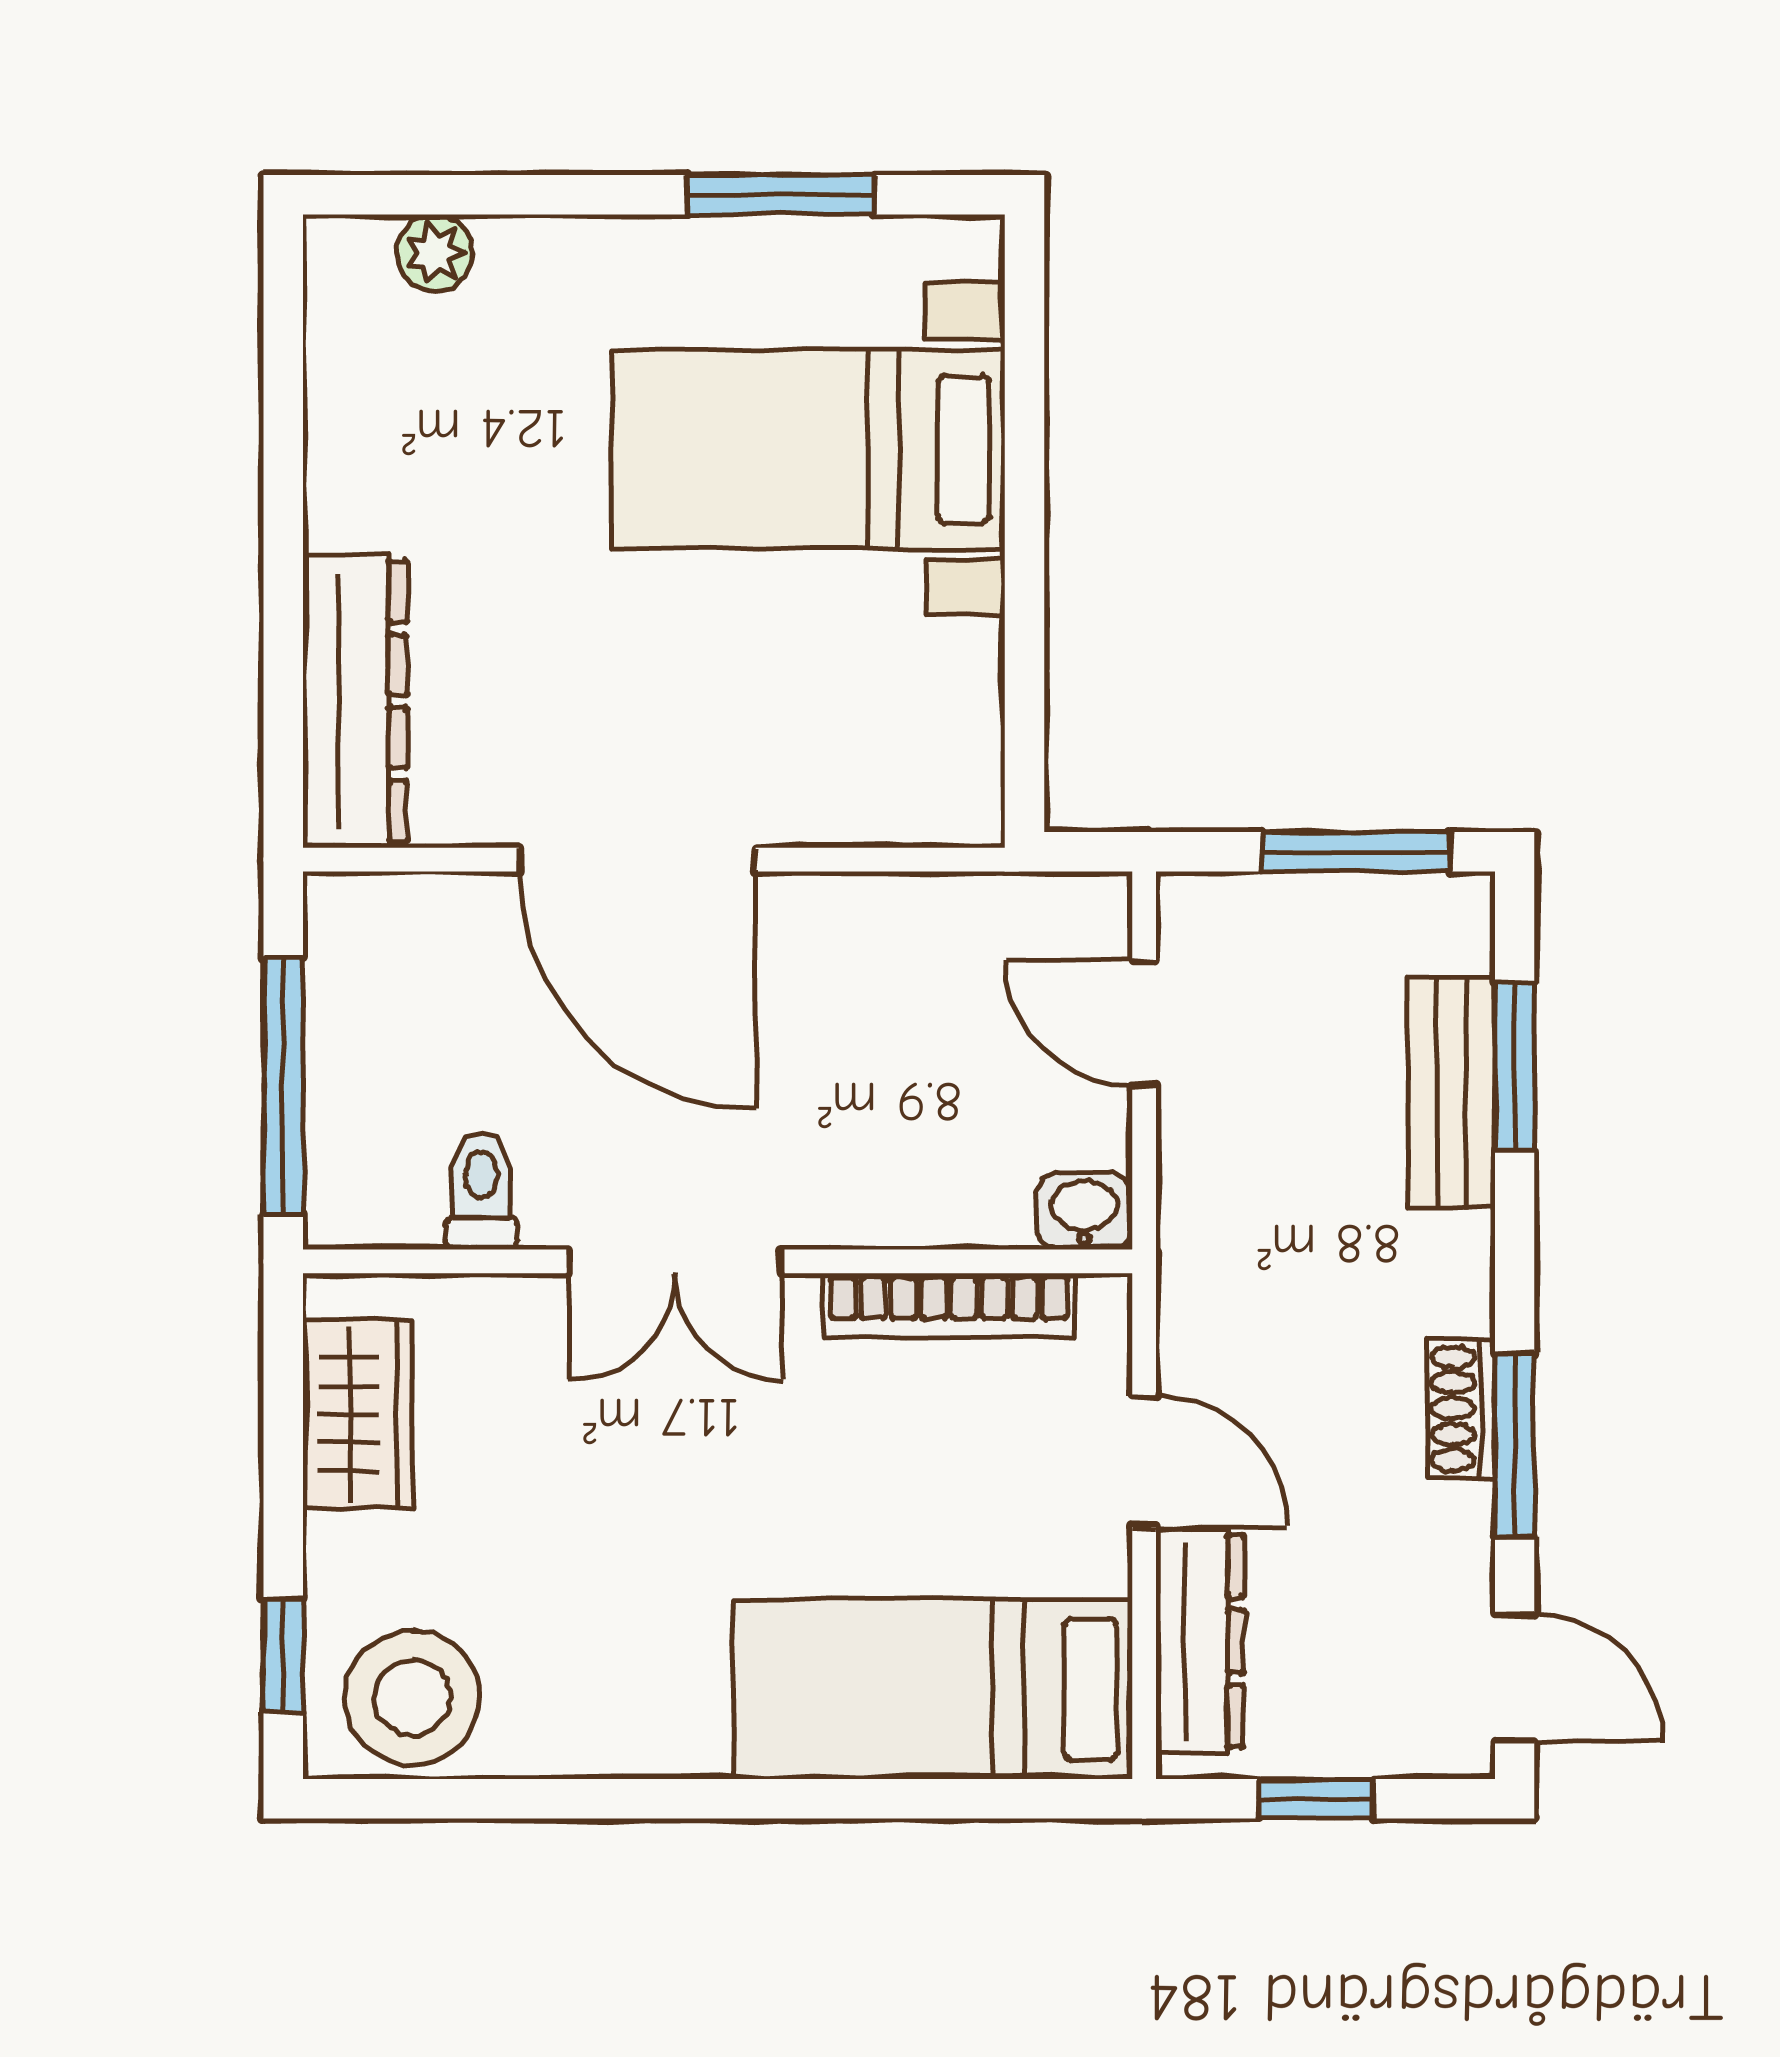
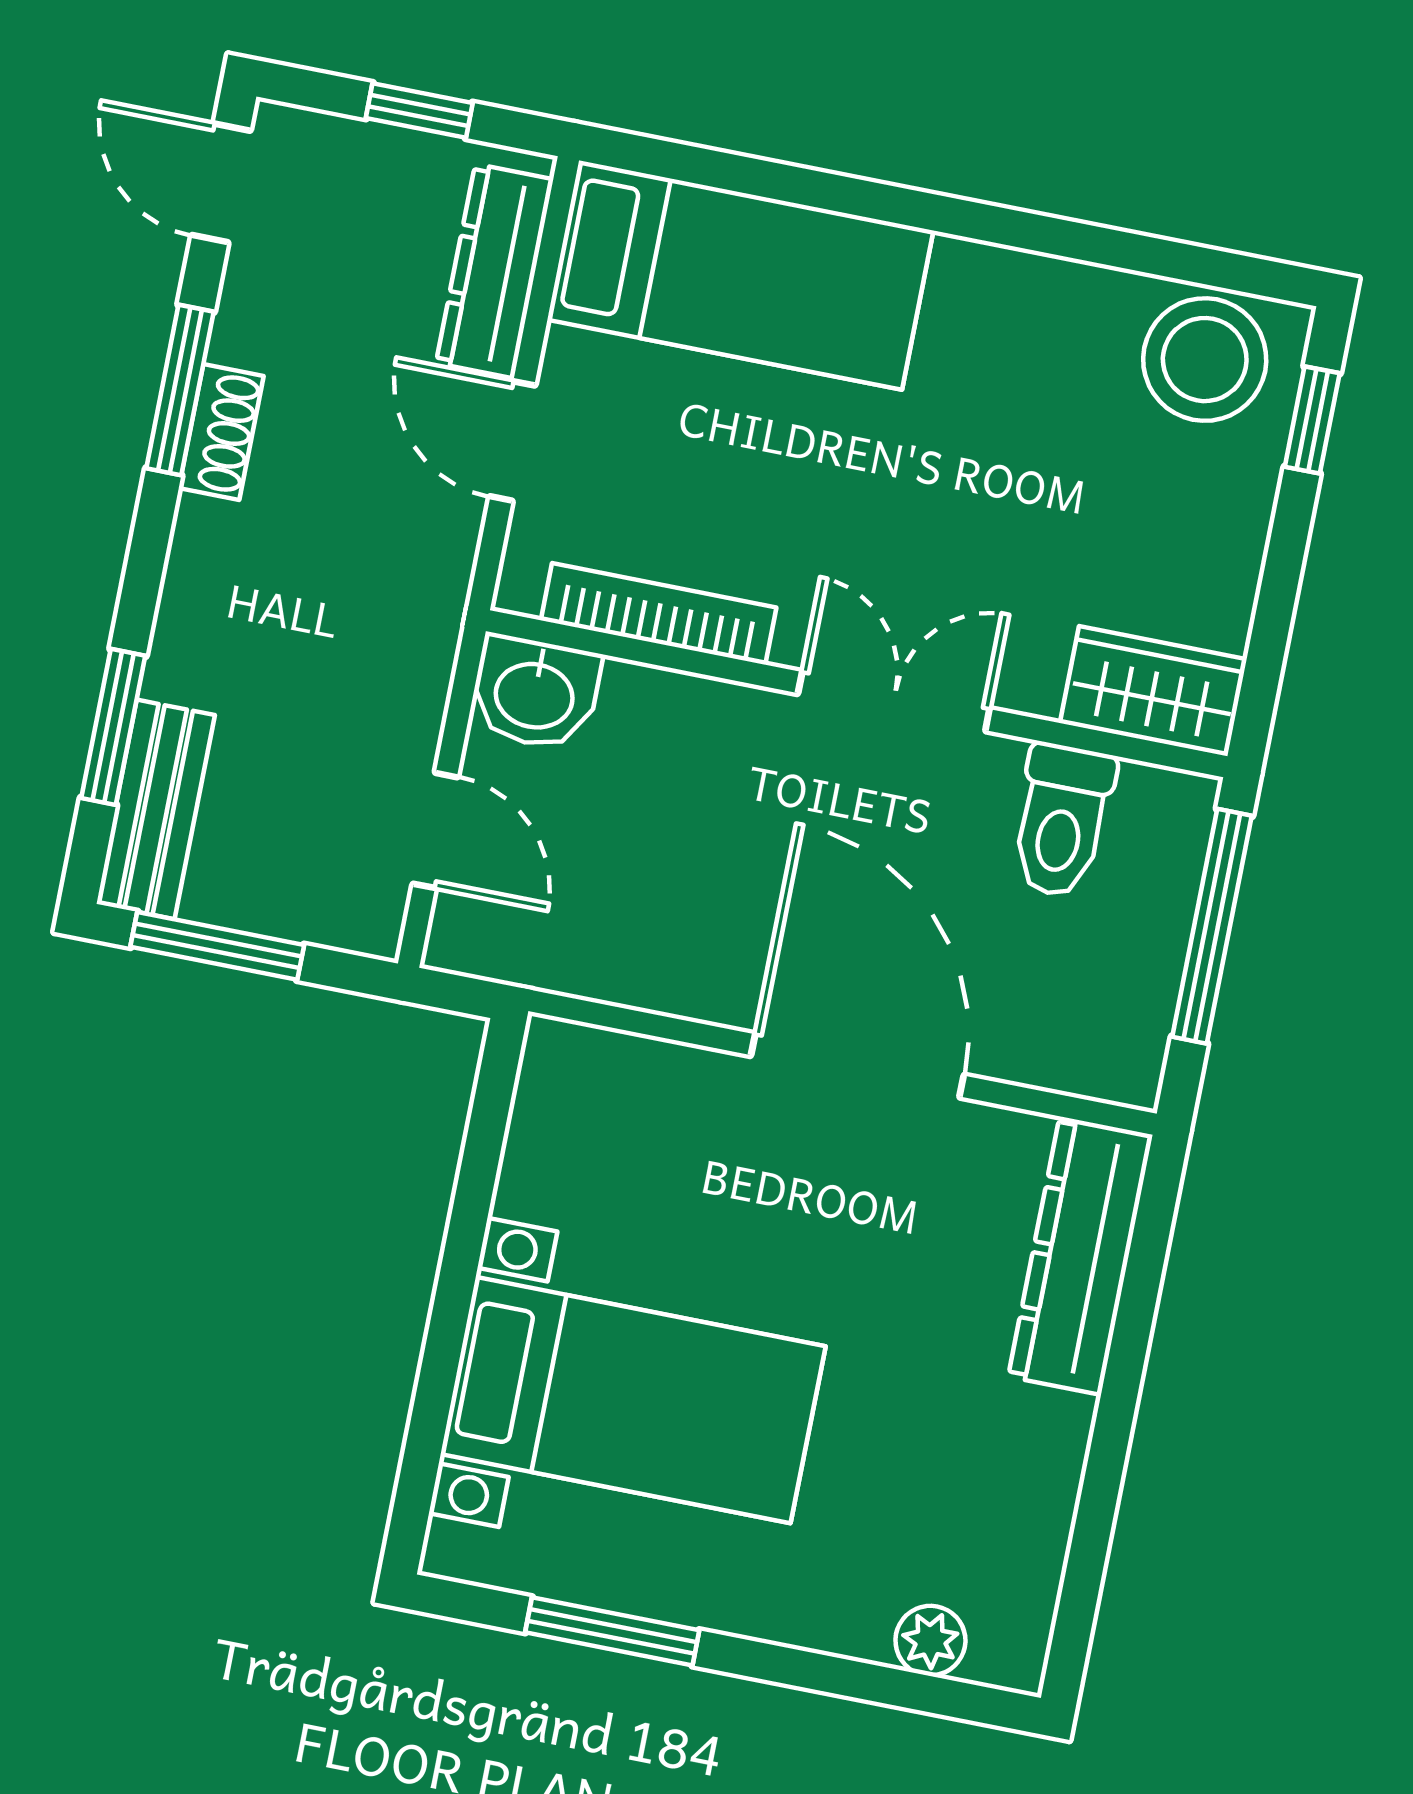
bench: (1451, 1092) -> (156, 809), moved
toilet: (482, 1191) -> (1062, 820), width x1.37, depth x1.39
washbasin: (1084, 1211) -> (535, 693), width x1.38, depth x1.45
wardrobe: (358, 1414) -> (1153, 691), moved, turned 90

